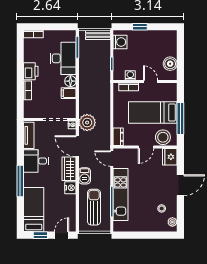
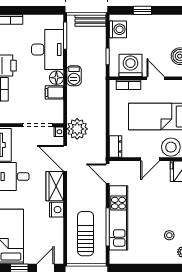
washing machine: (130, 75) -> (130, 65), width x1.89, depth x1.89
barbecue: (85, 176) -> (74, 76), moved

